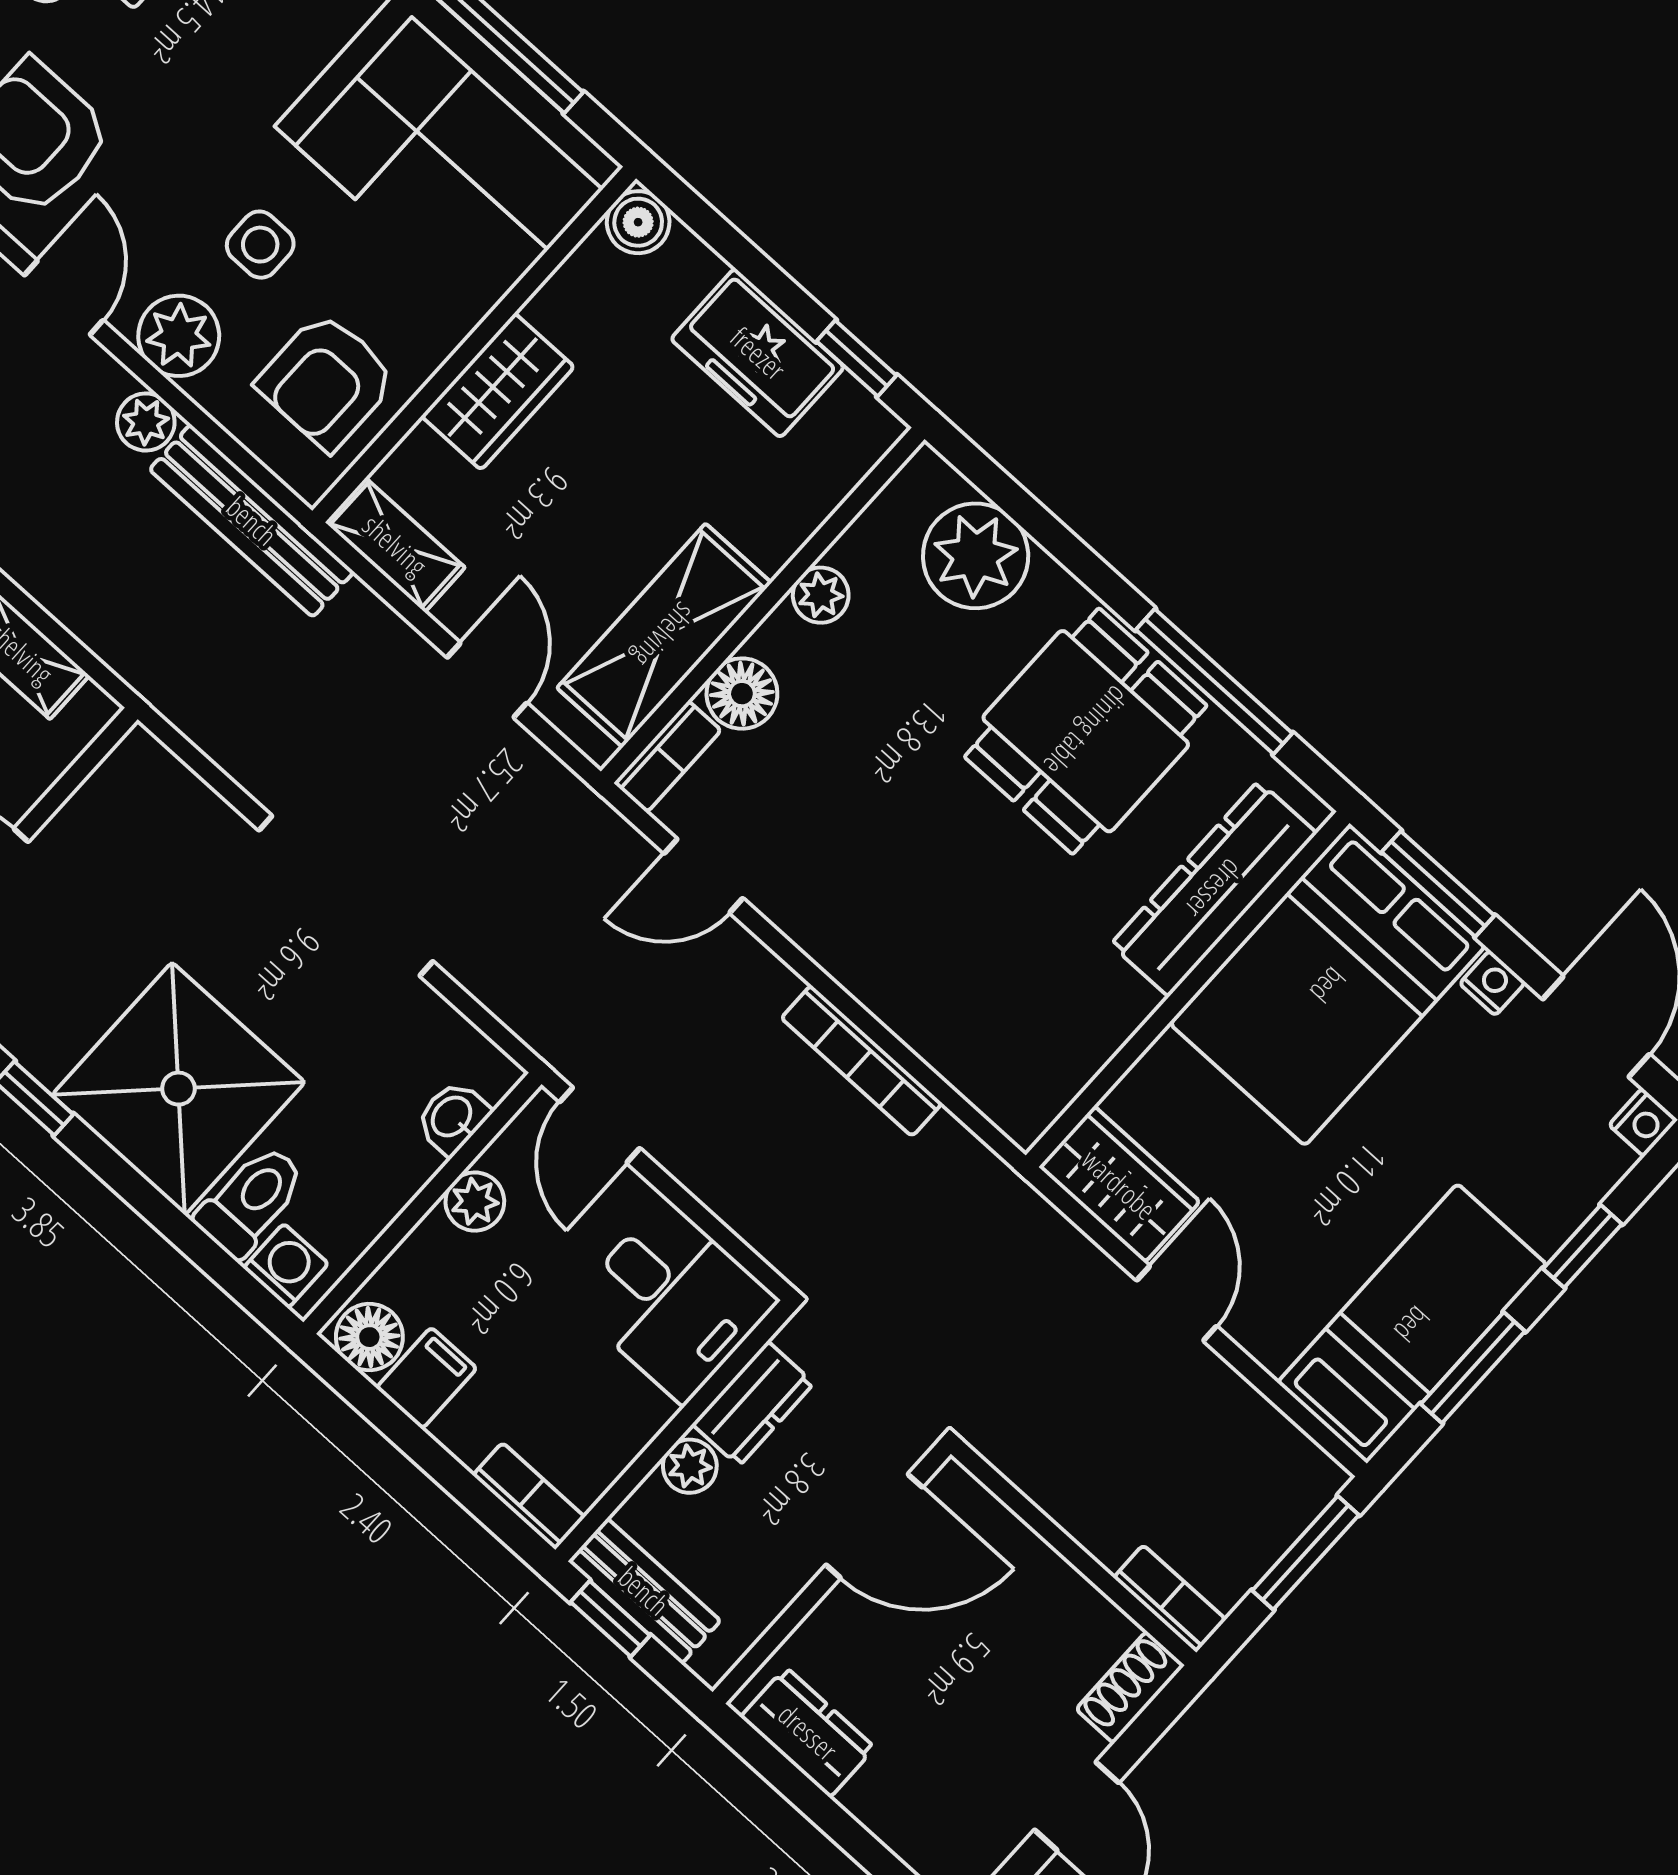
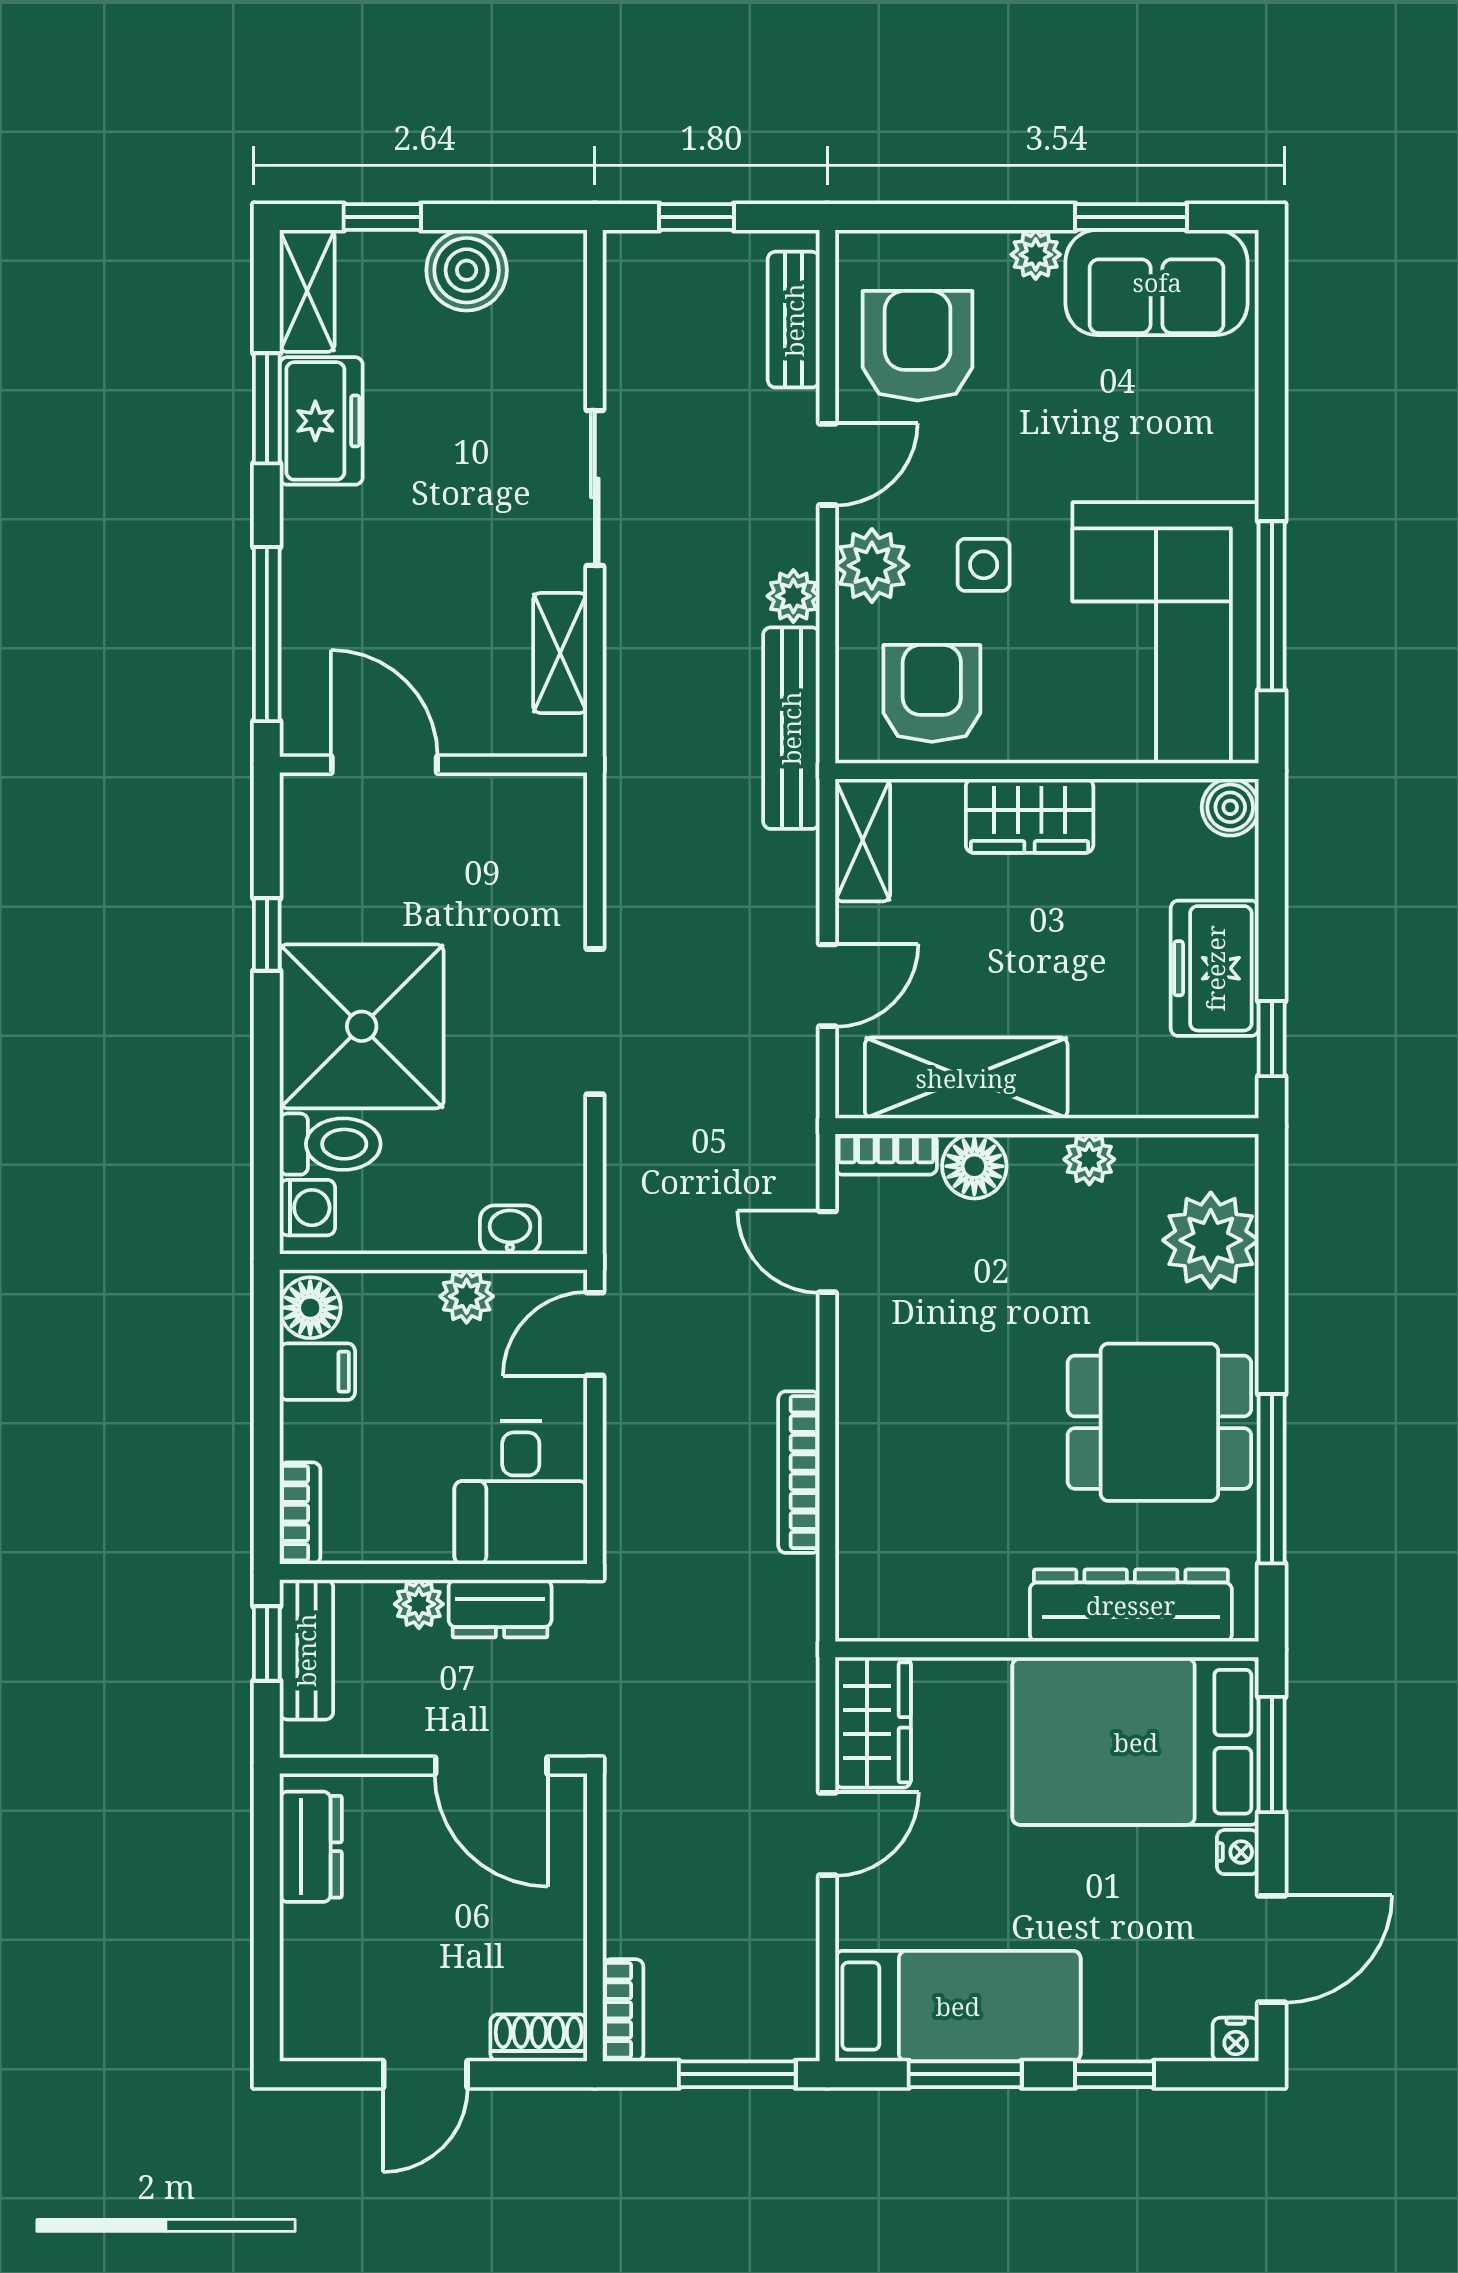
armchair: (327, 381) -> (932, 693), turned 90
doorway: (346, 896) -> (595, 1022), width x0.73

